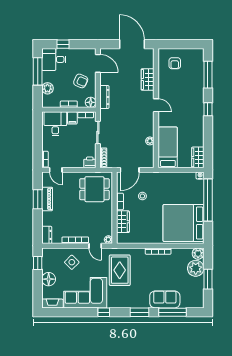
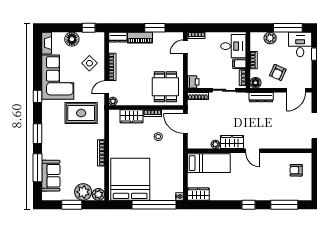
wardrobe: (148, 80) -> (232, 142), moved
door: (156, 105) -> (253, 151), hinge flipped
piano: (47, 199) -> (140, 38), moved
sofa: (165, 299) -> (51, 176), moved

